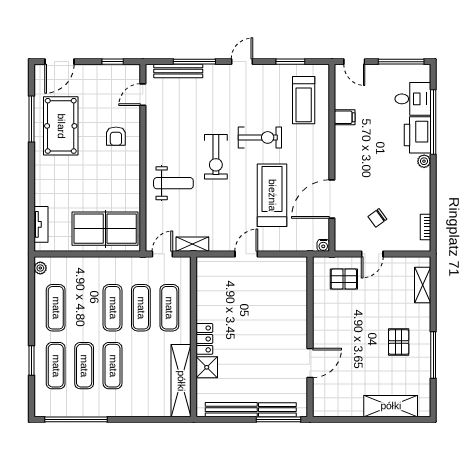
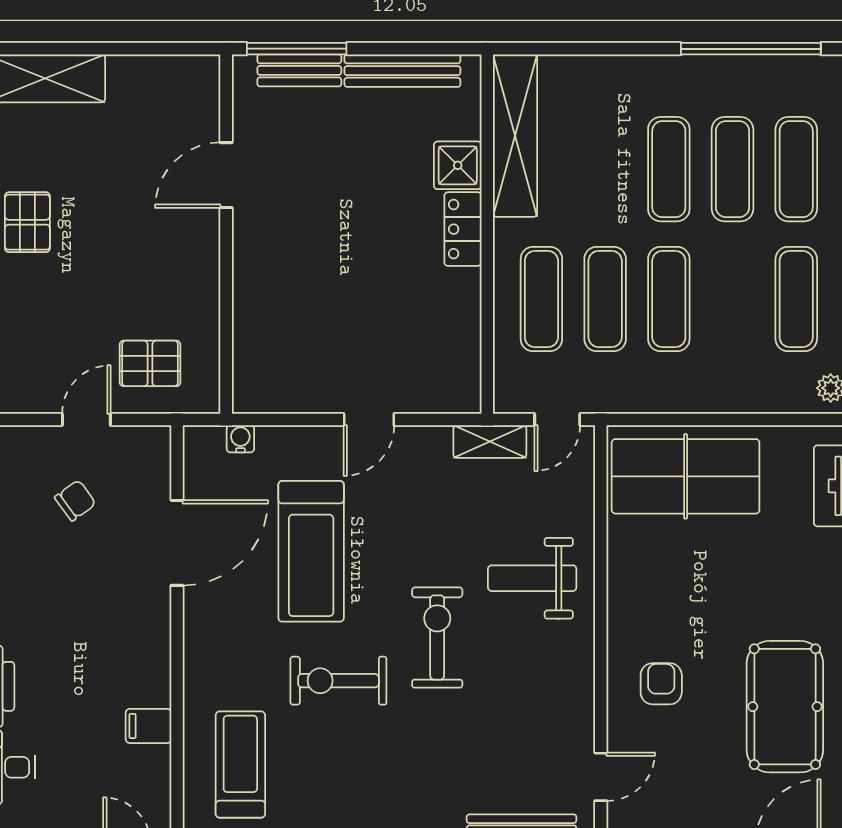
water cooler: (323, 245) -> (240, 439), moved

